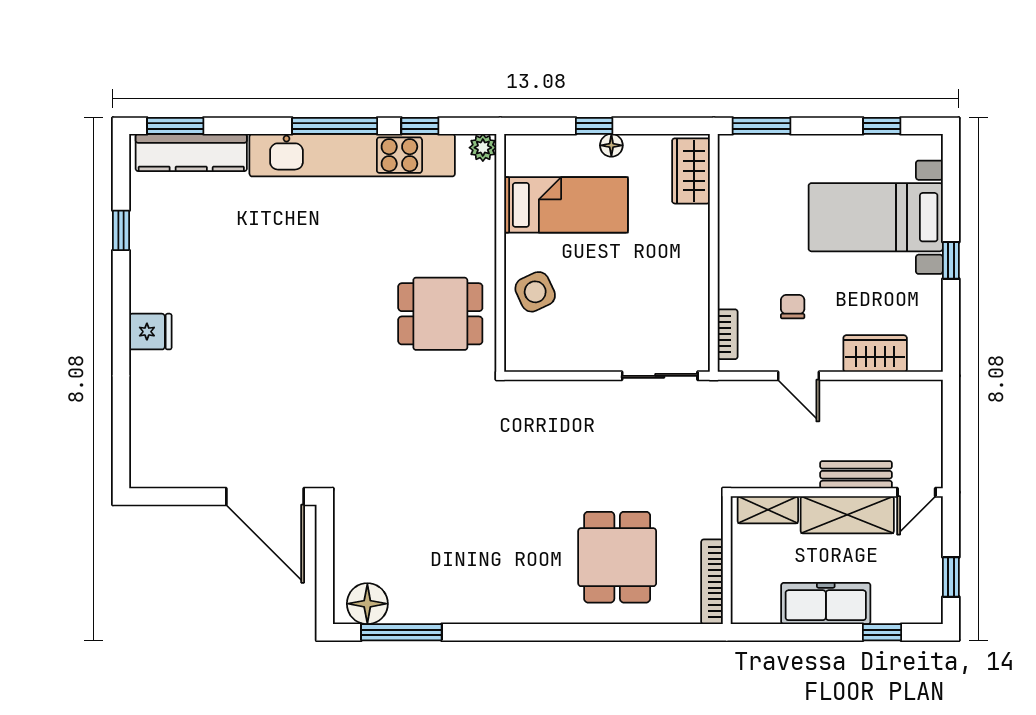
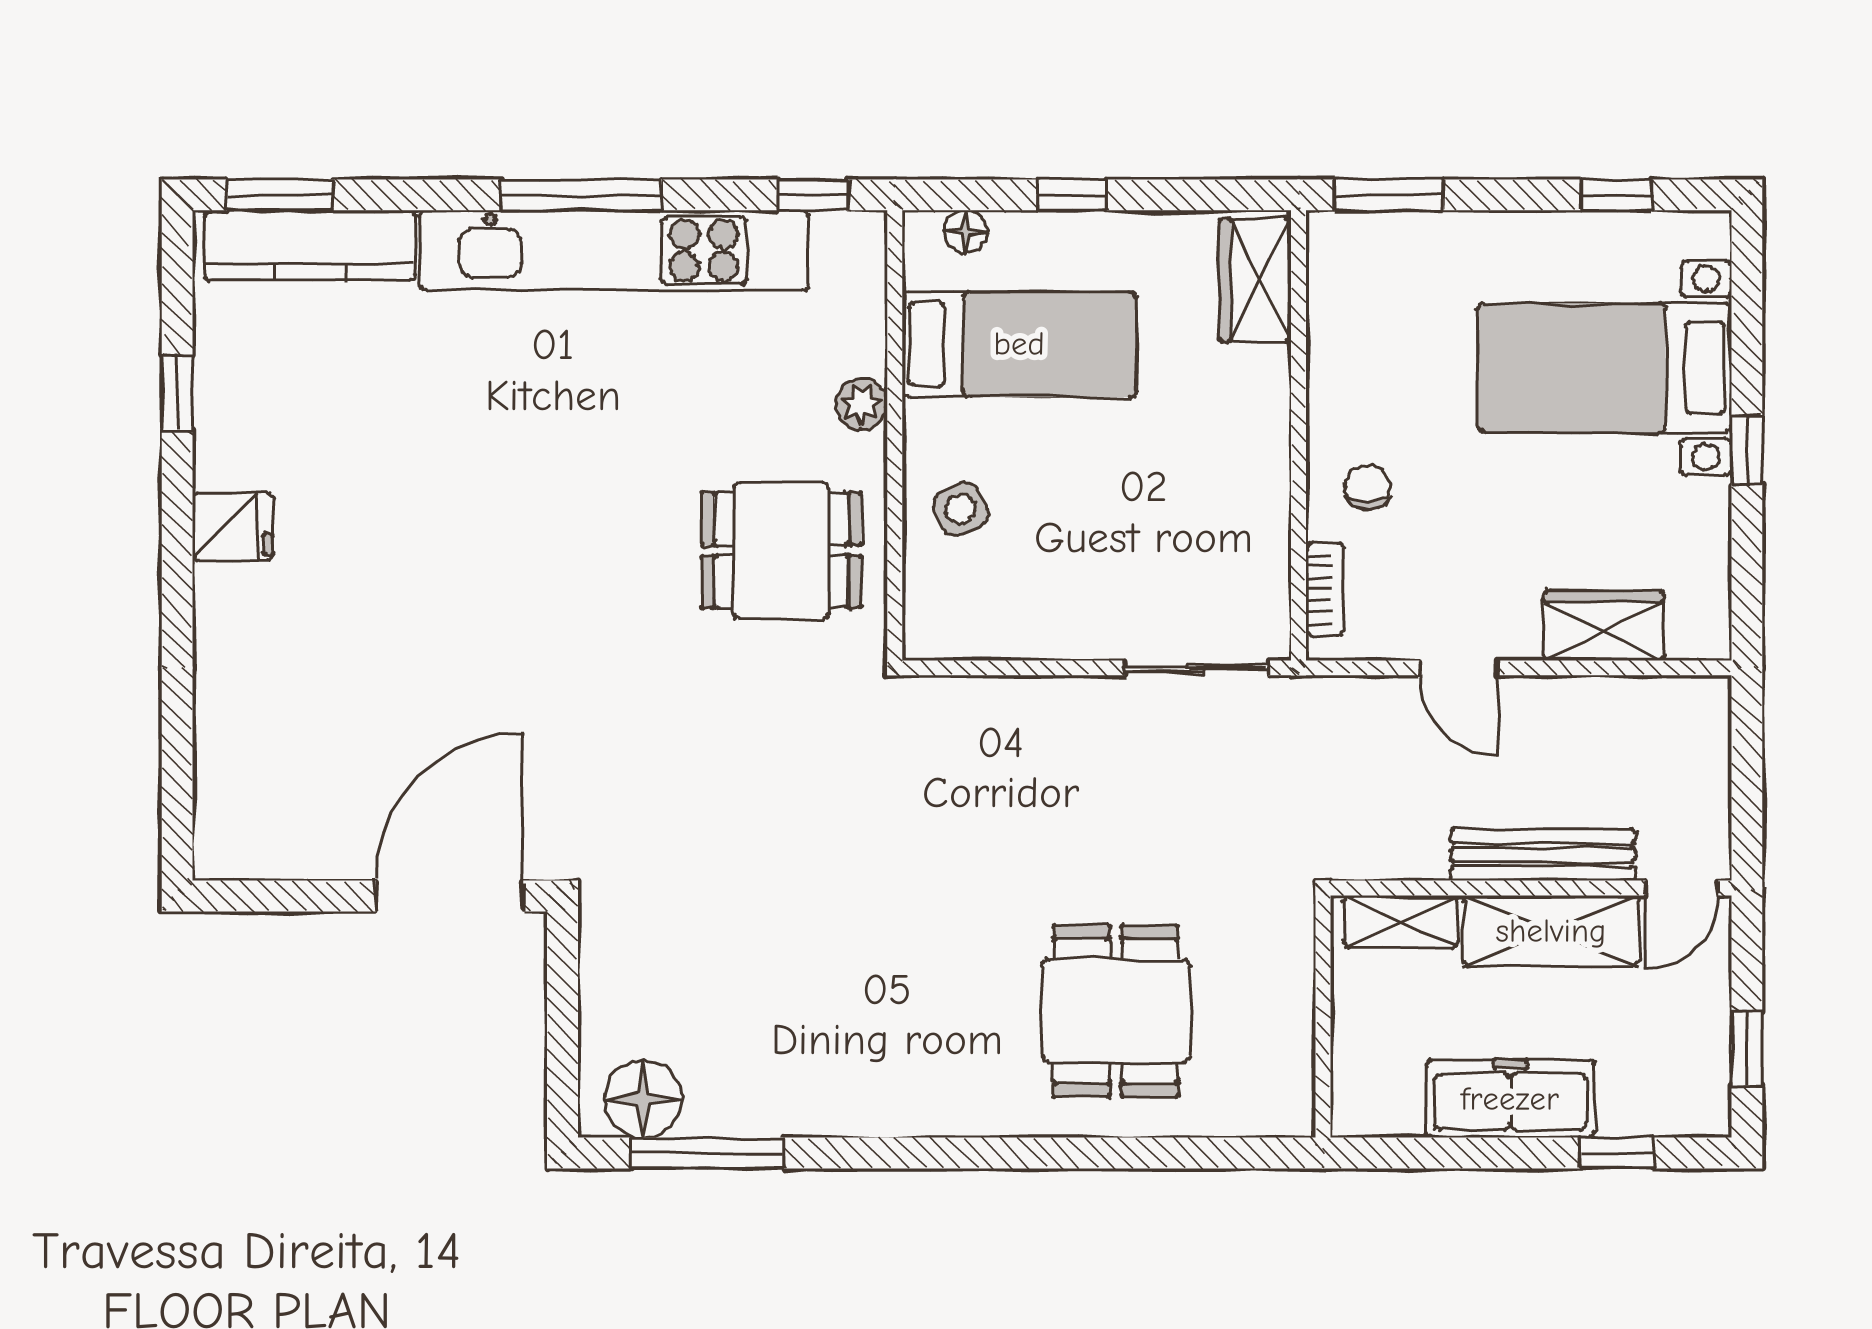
window: (420, 126) -> (813, 195), moved
floor lamp: (611, 145) -> (966, 232), moved
plant: (483, 148) -> (862, 404), moved
side table: (535, 292) -> (961, 509), width x0.73, depth x0.73
chair: (793, 307) -> (1368, 488), moved
fridge: (150, 332) -> (233, 527), moved
bench: (856, 475) -> (1543, 855), width x1.36
door: (265, 496) -> (449, 896), swing flipped
bookcase: (712, 582) -> (1295, 1057), removed

